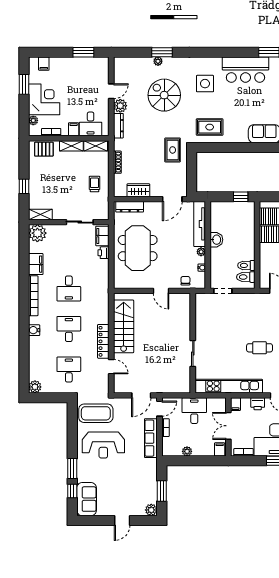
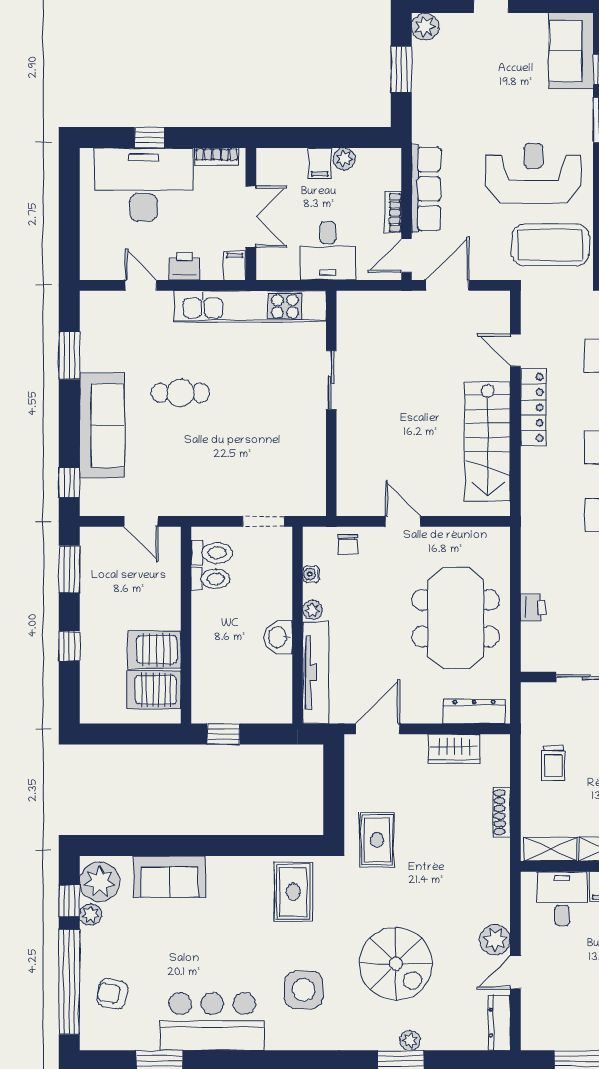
dresser: (118, 126) -> (499, 1023), moved
rug: (210, 127) -> (293, 892), turned 90
filing cabinet: (102, 236) -> (535, 646), removed
filing cabinet: (220, 449) -> (320, 163), moved

